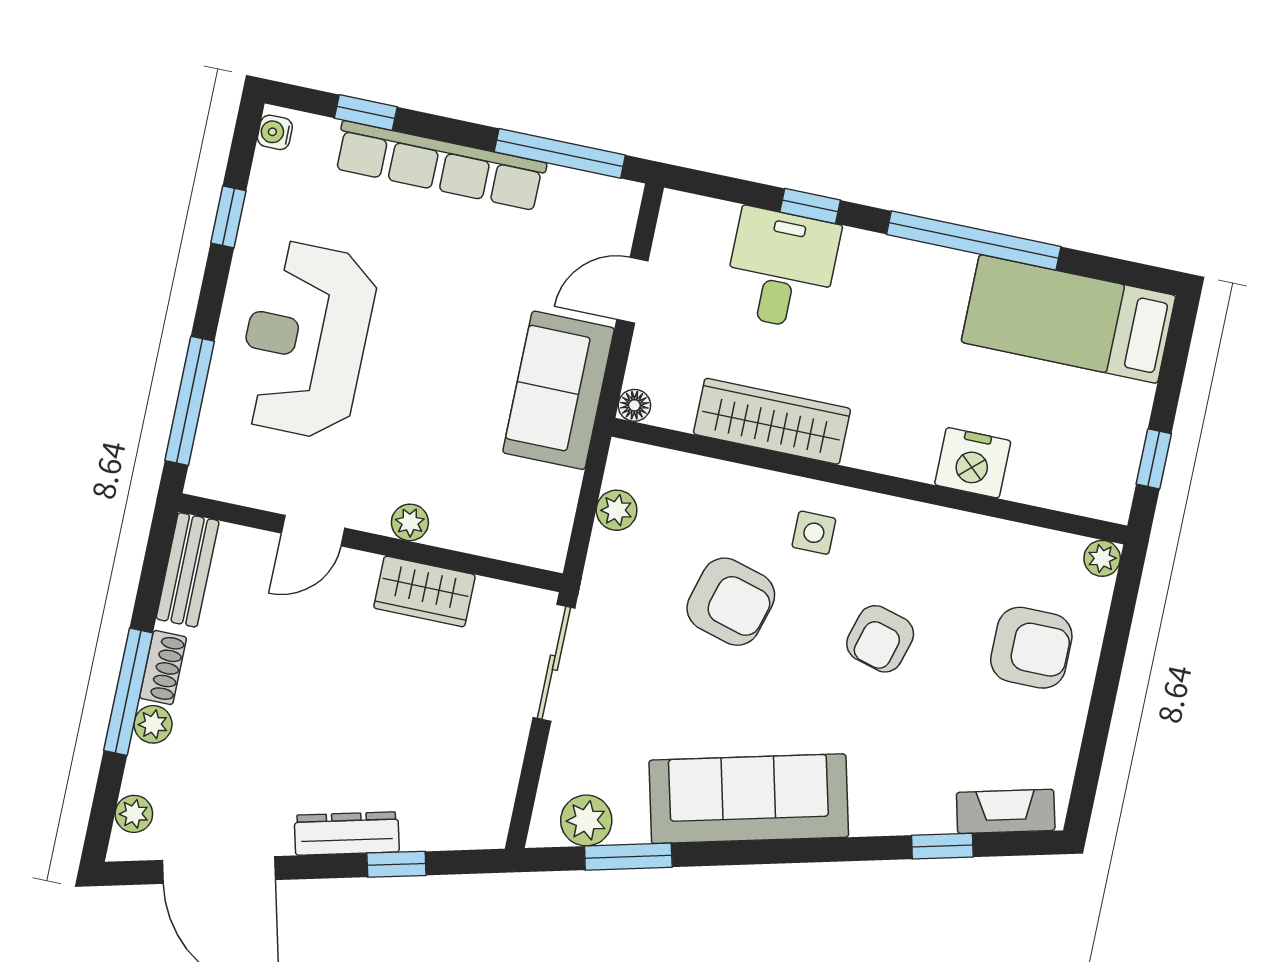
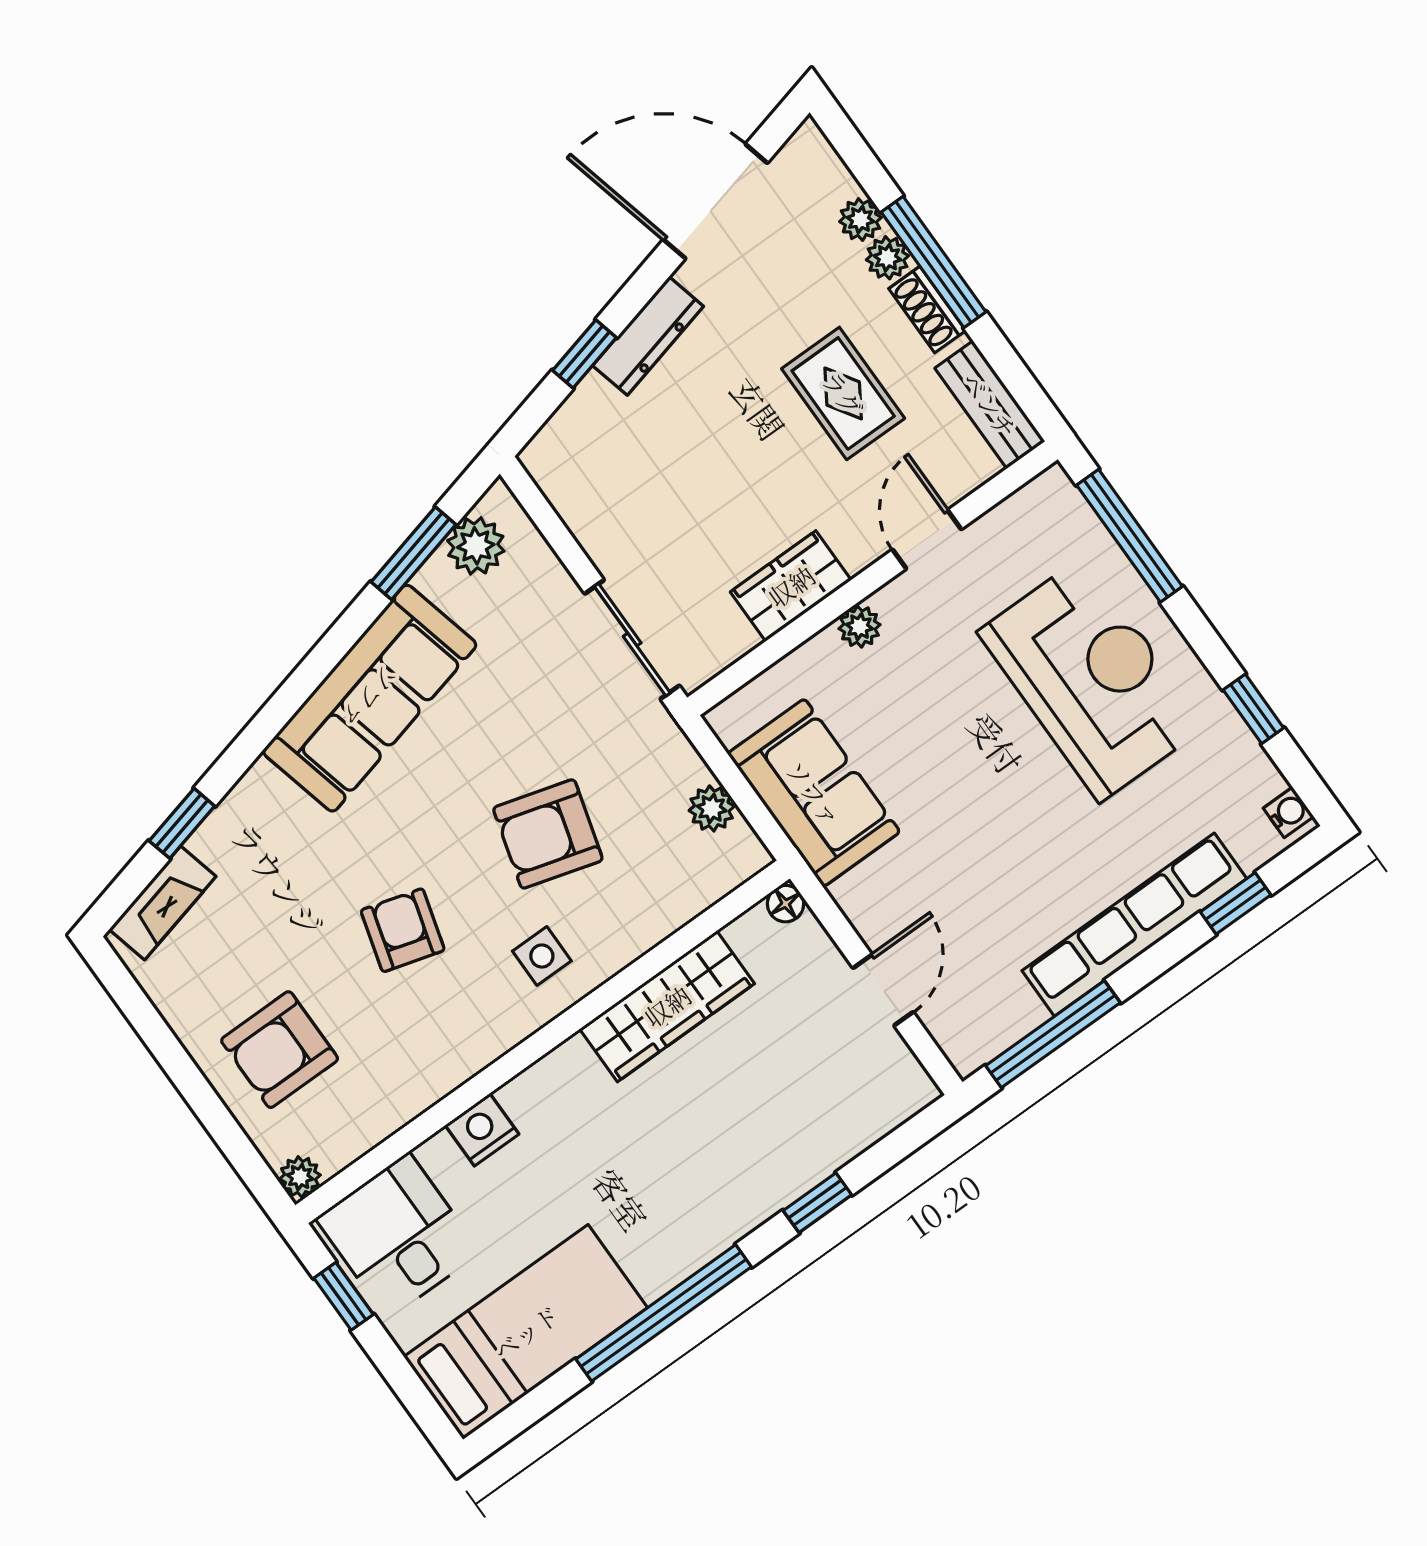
desk: (781, 269) -> (398, 1236), moved, turned 180
sofa: (559, 390) -> (814, 793), moved
nightstand: (973, 463) -> (482, 1130), width x0.74, depth x0.75
rug: (268, 672) -> (843, 393), added
plant: (134, 814) -> (860, 220), moved

